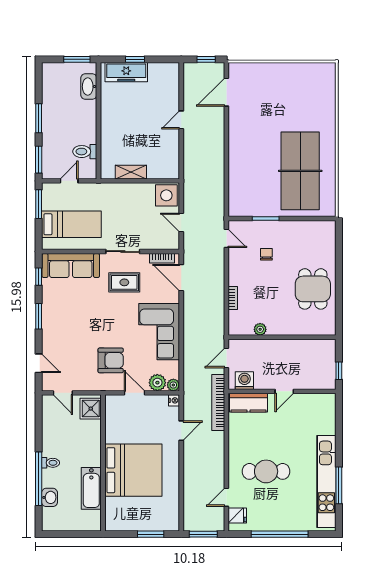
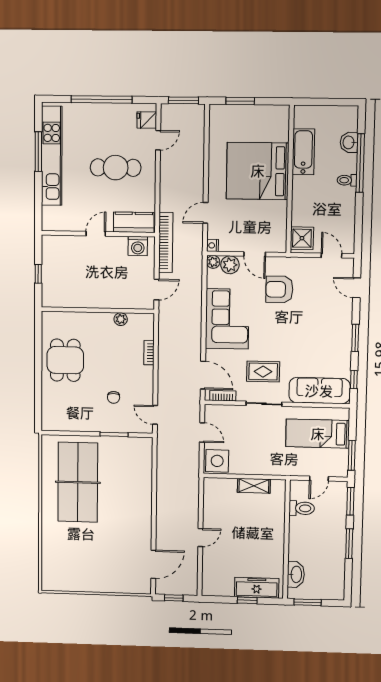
washing machine: (244, 381) -> (138, 246), moved
wall: (282, 391) -> (98, 234), moved
door: (284, 391) -> (96, 234), moved
kitchen counter: (248, 403) -> (134, 222), moved

